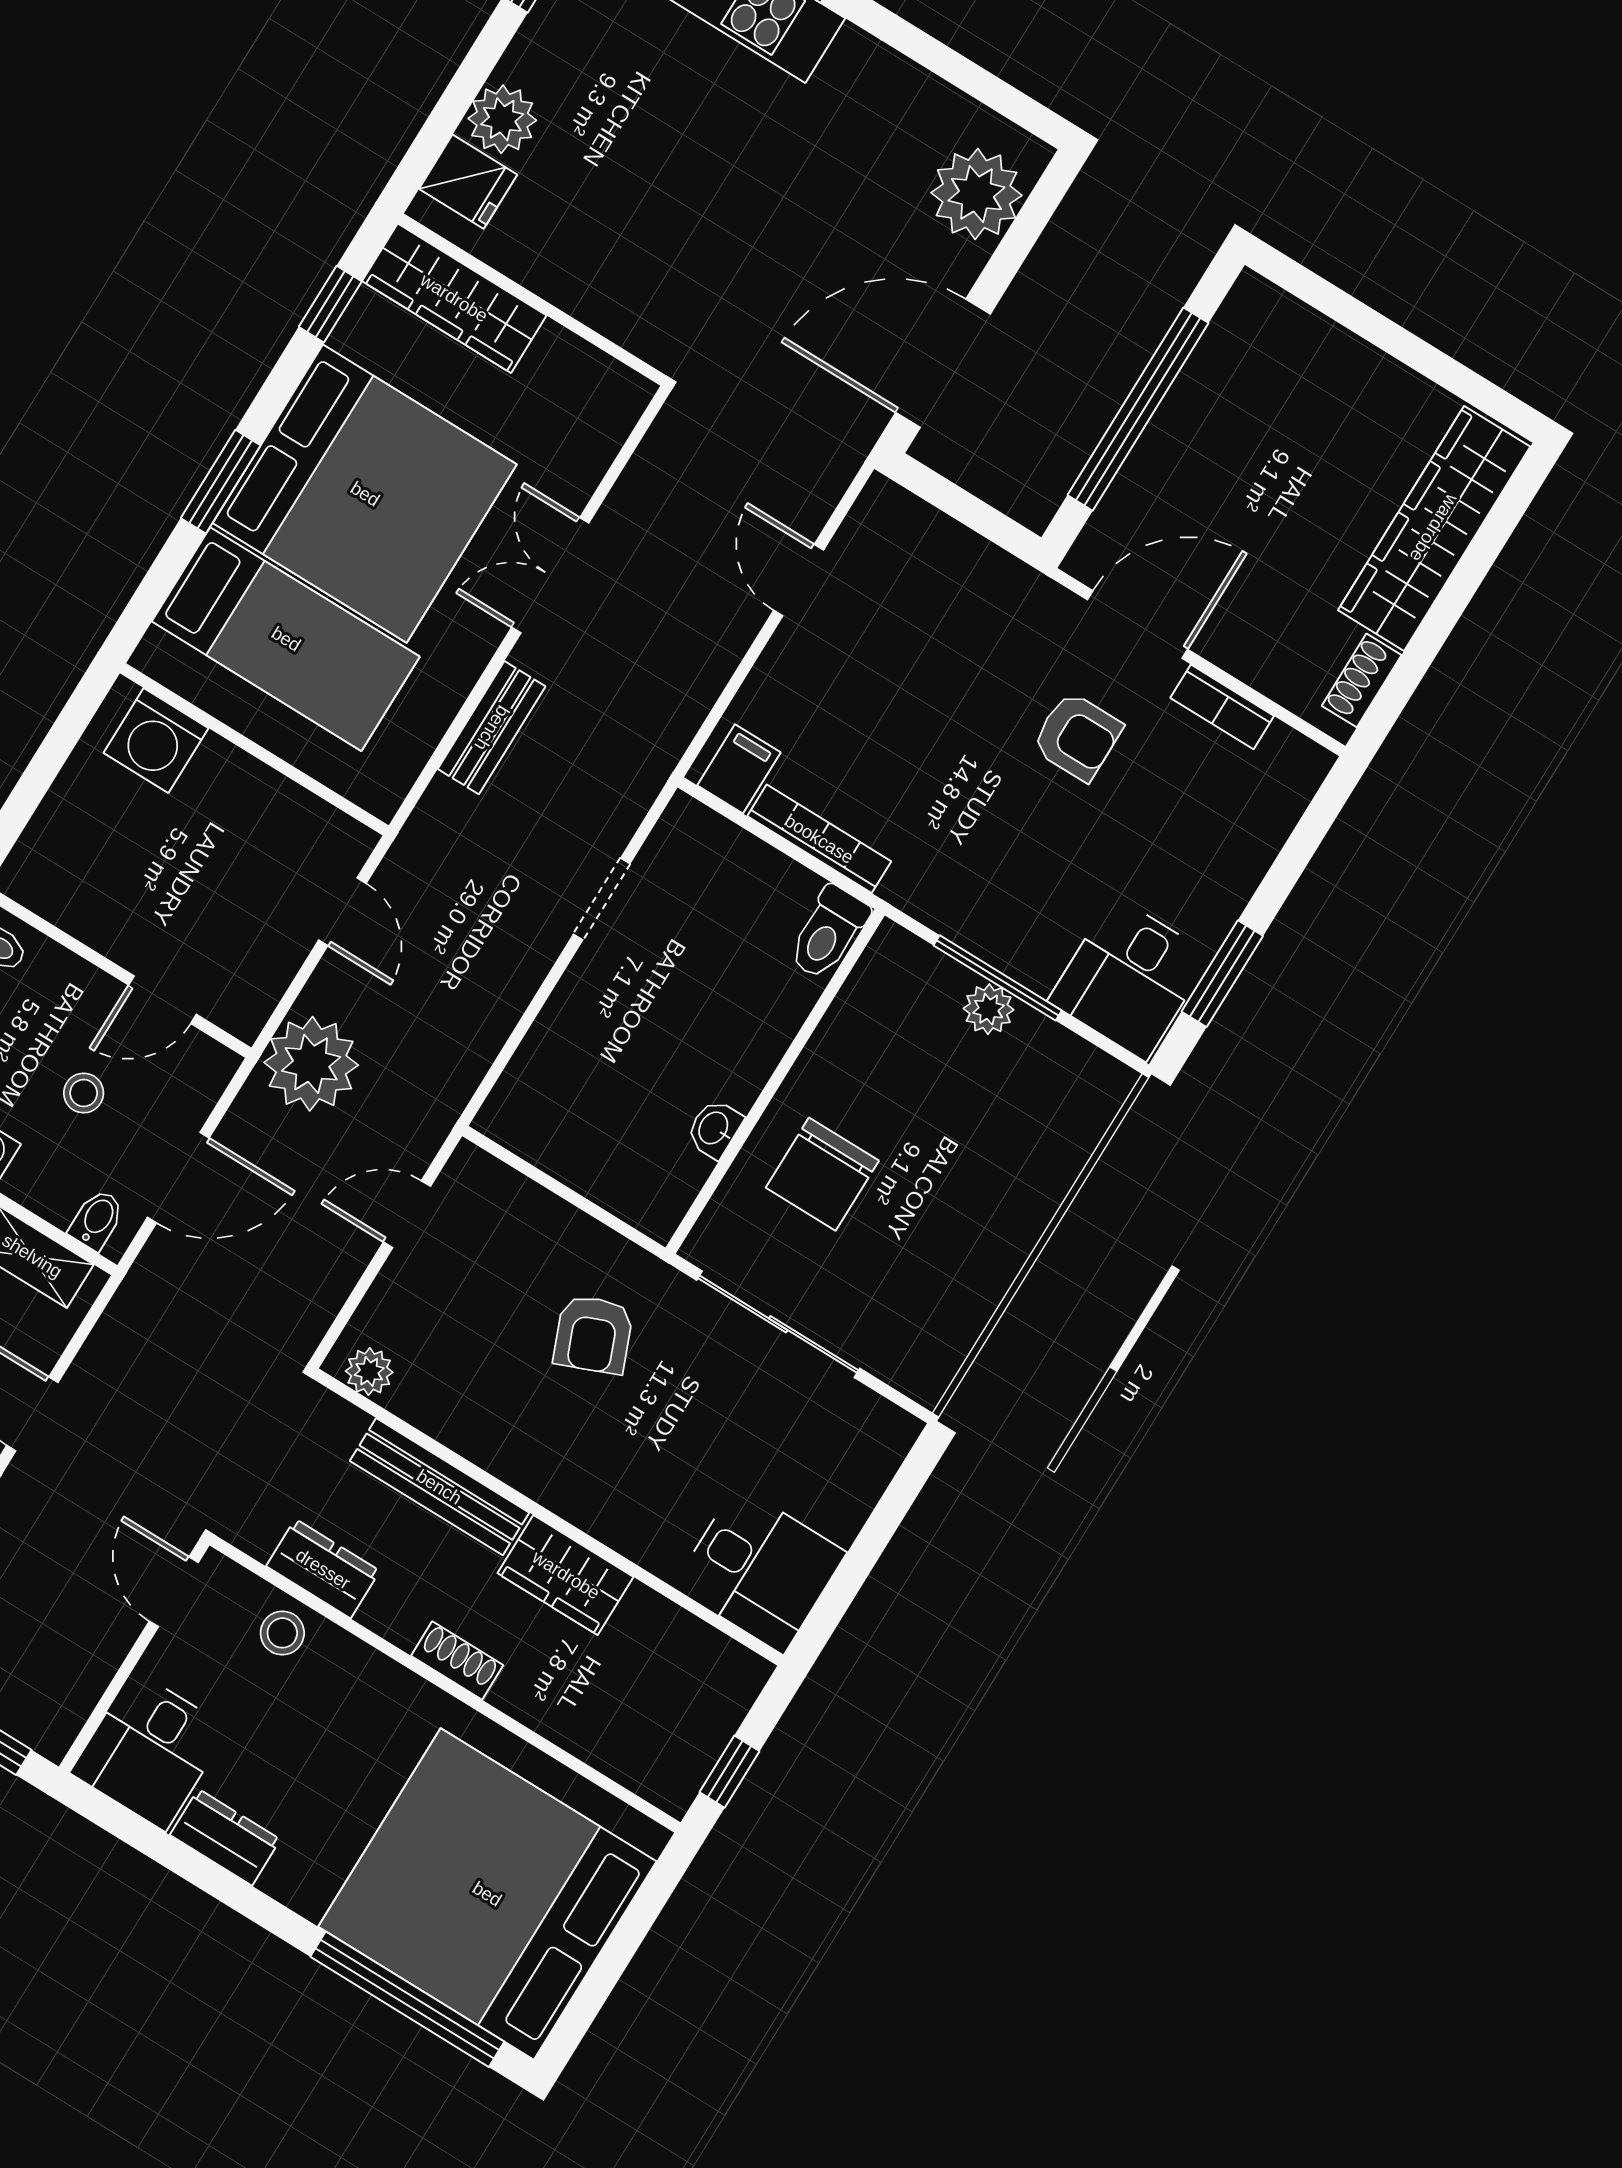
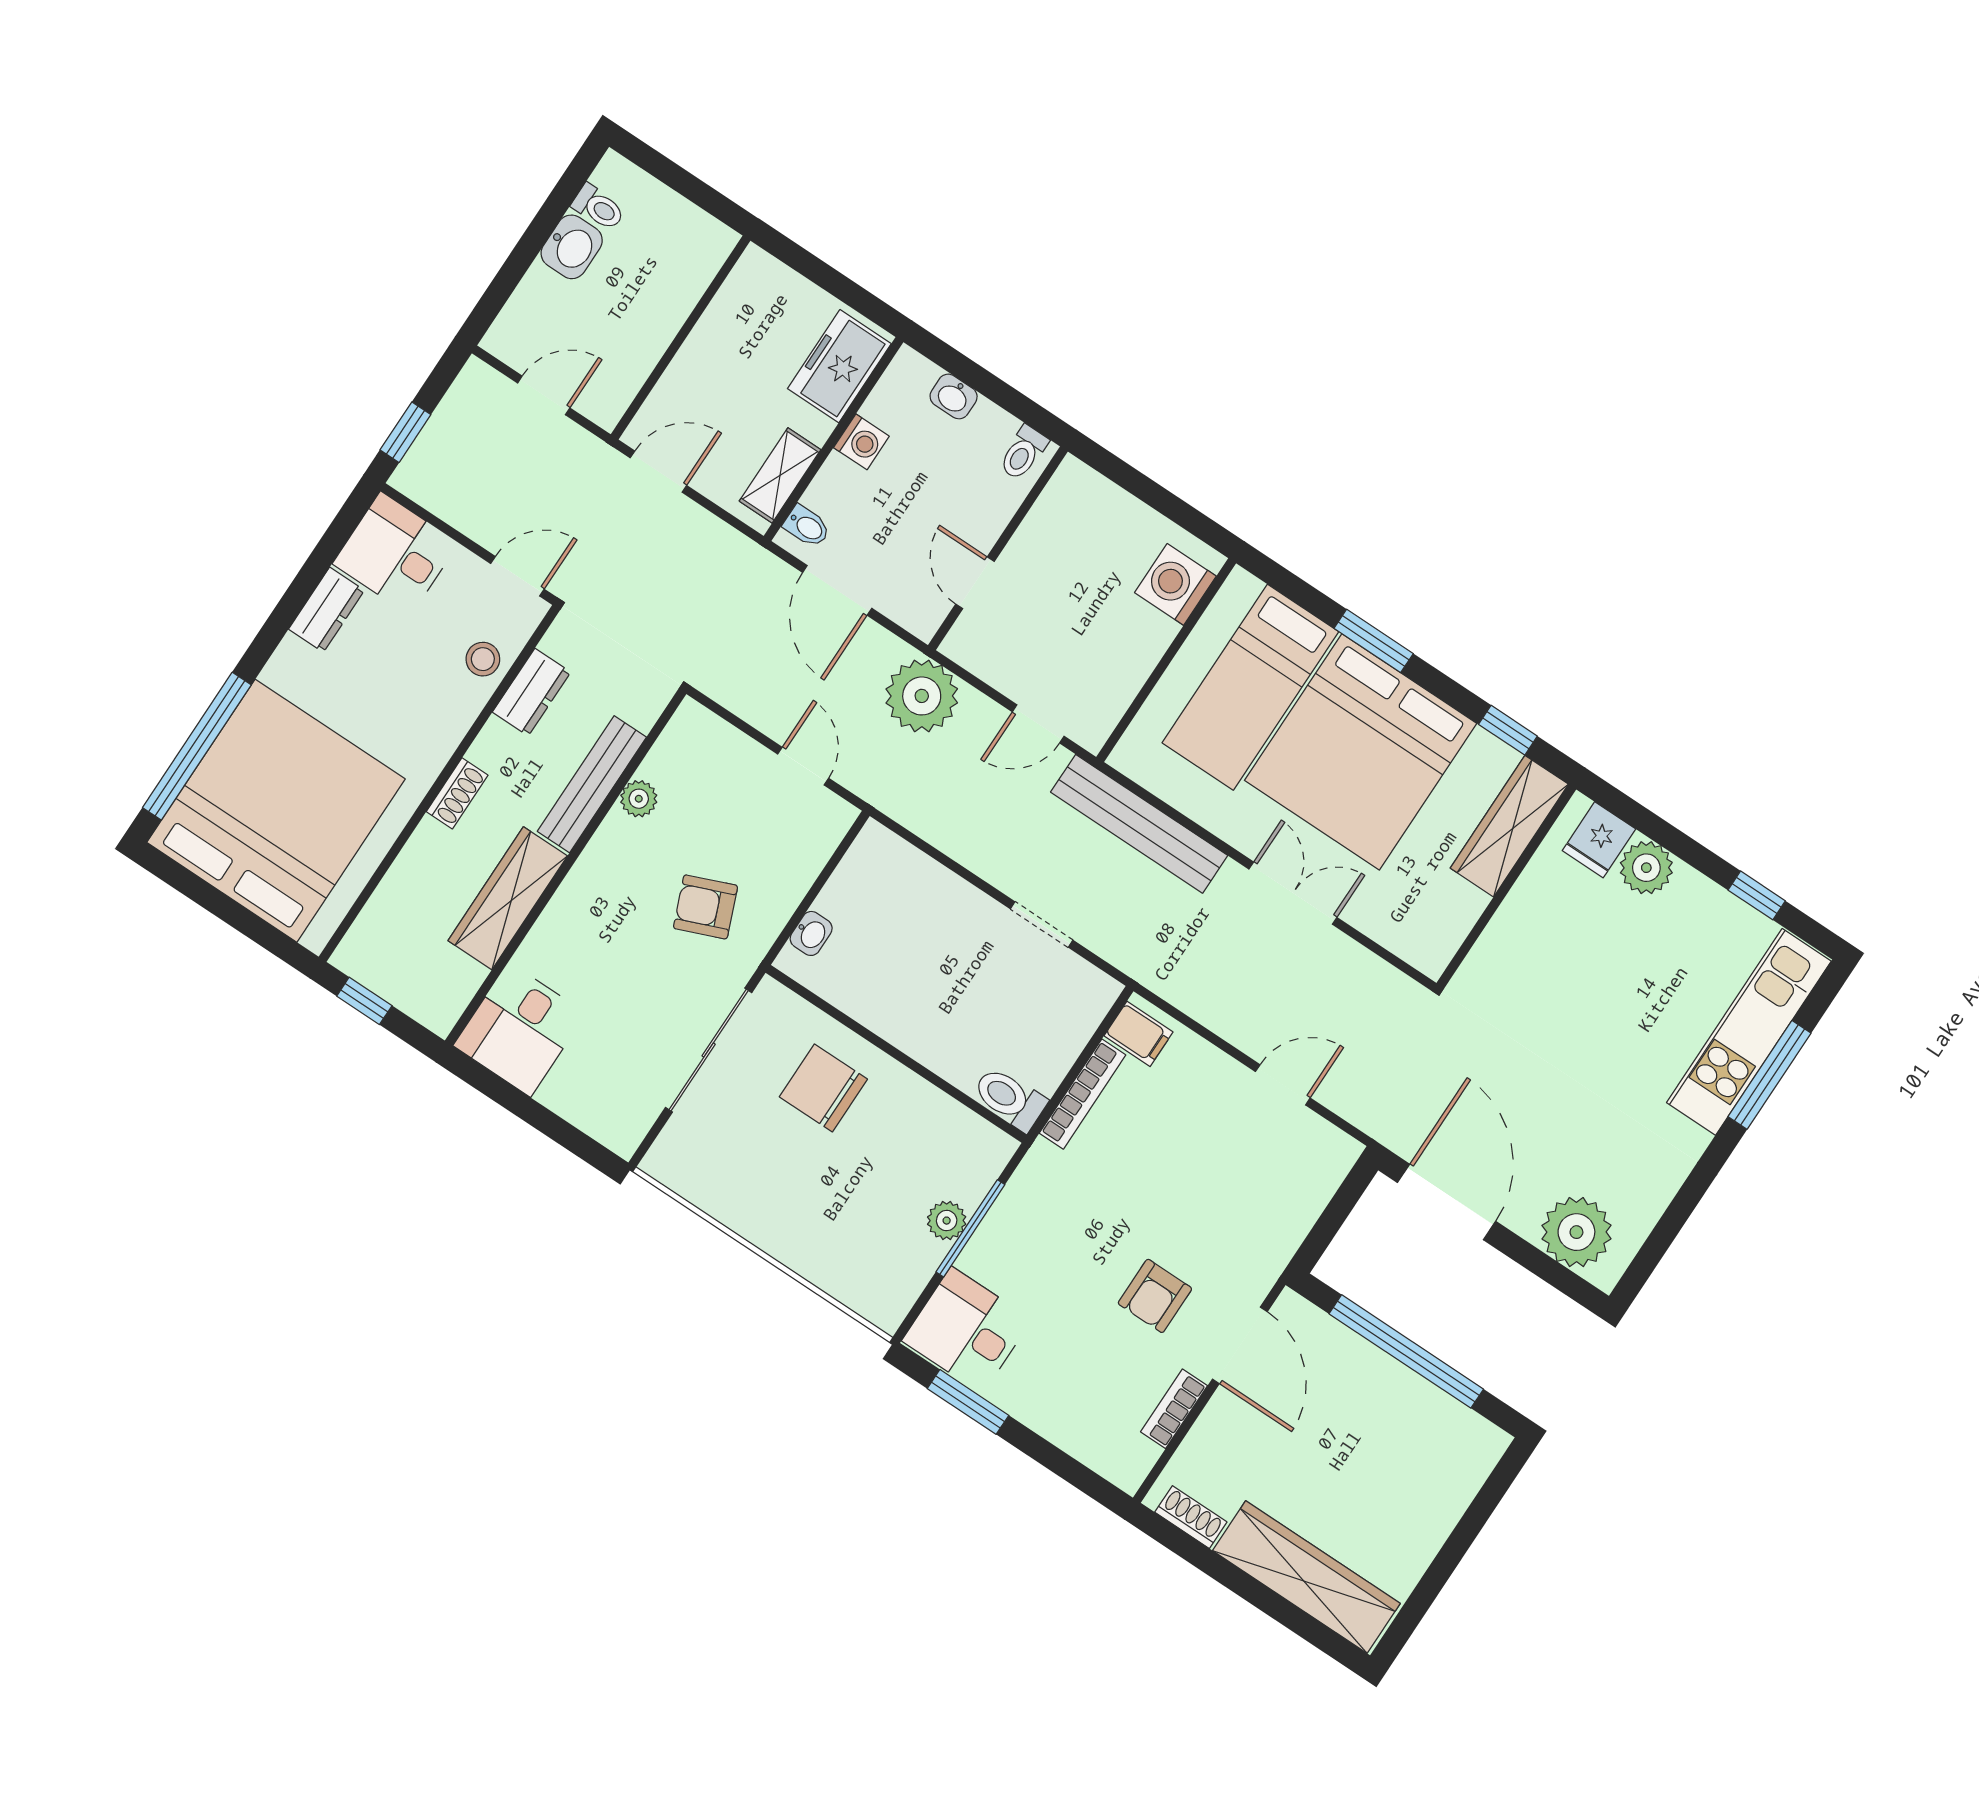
bench: (492, 728) -> (1139, 824), width x1.86, depth x1.21
stool: (84, 1093) -> (905, 519), removed
washbasin: (714, 1129) -> (811, 933), moved, turned 90
plant: (369, 1372) -> (639, 799), moved
wardrobe: (566, 1575) -> (508, 898), width x1.50

